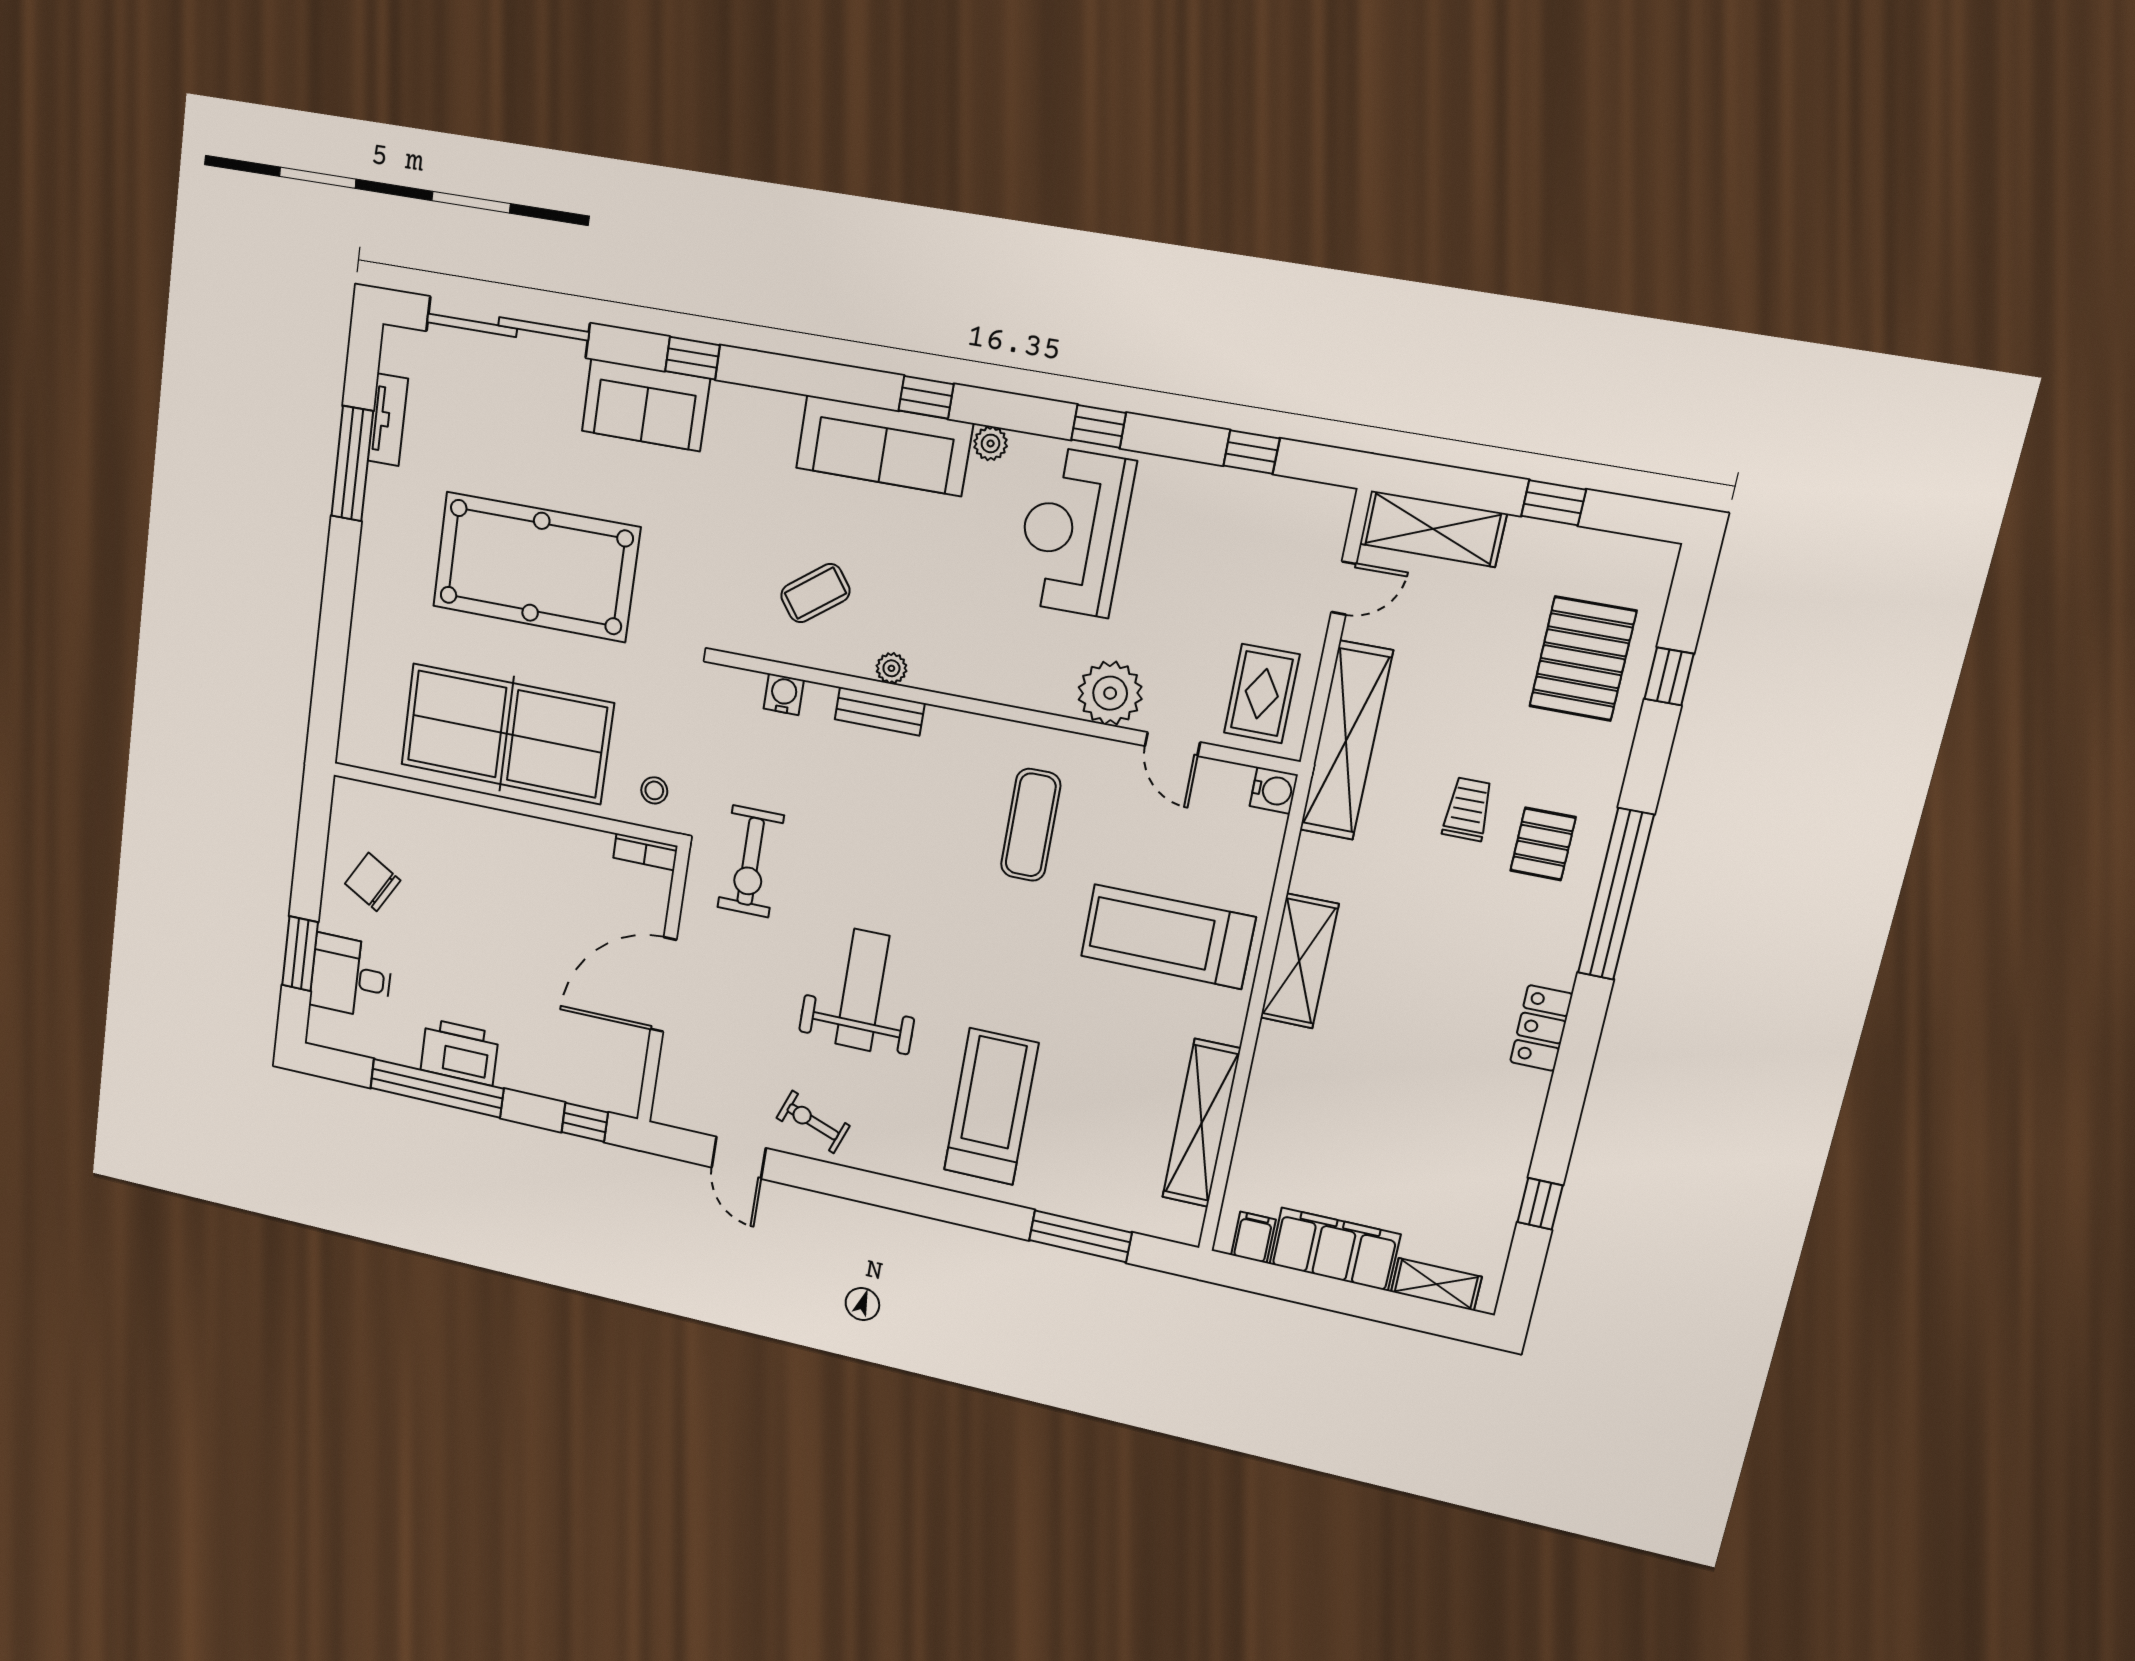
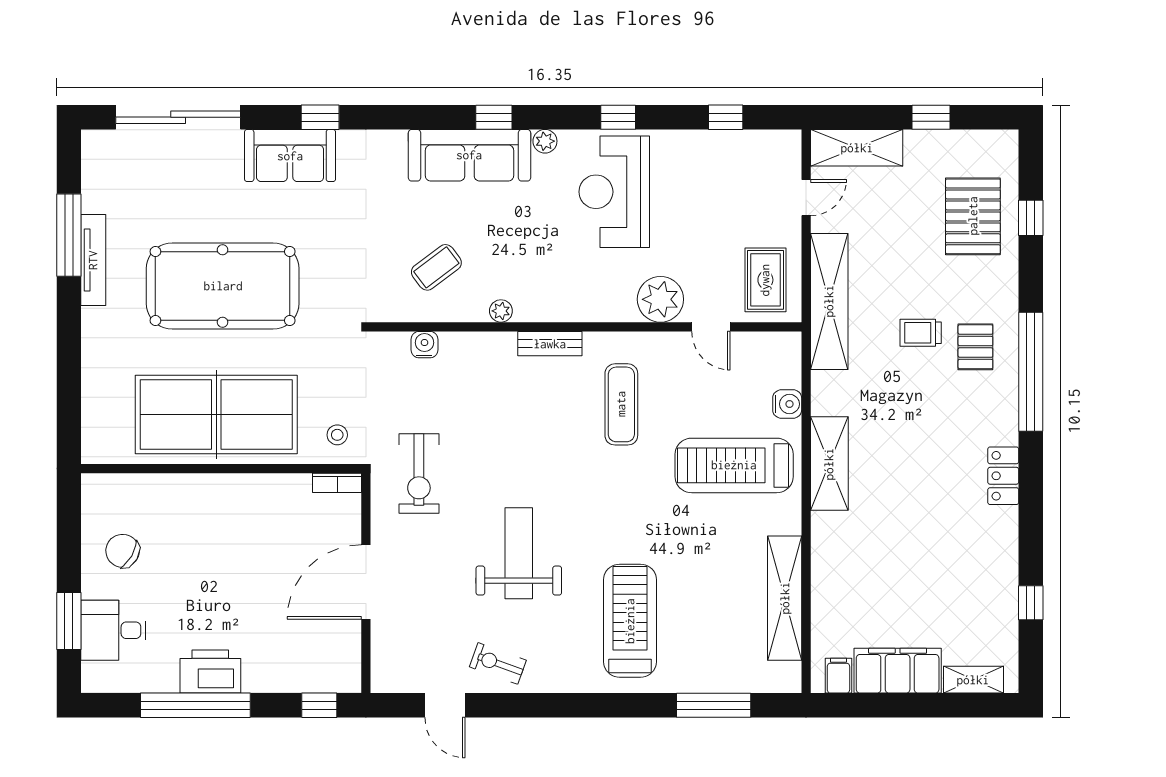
tv unit: (388, 420) -> (93, 260), moved, width x1.41
bench: (880, 711) -> (550, 344), moved
water cooler: (1274, 790) -> (787, 404), moved
trolley: (1468, 809) -> (921, 333), turned -90

